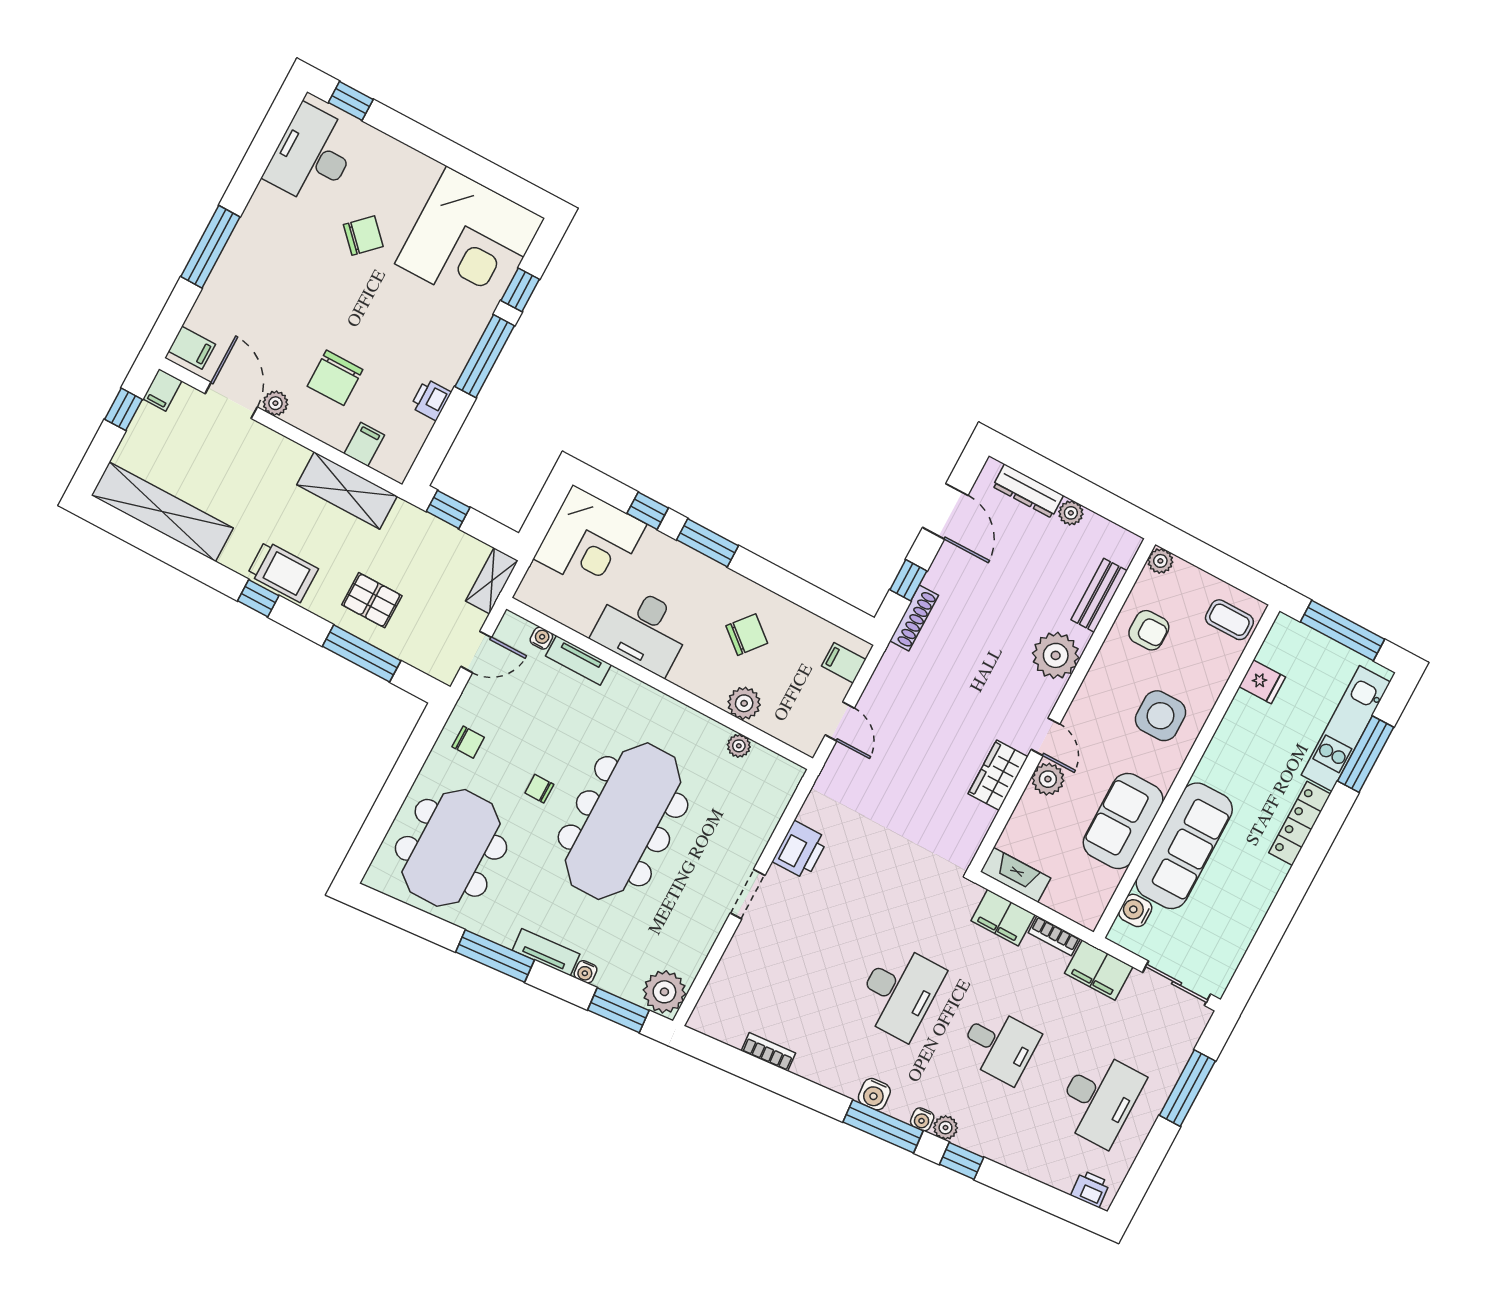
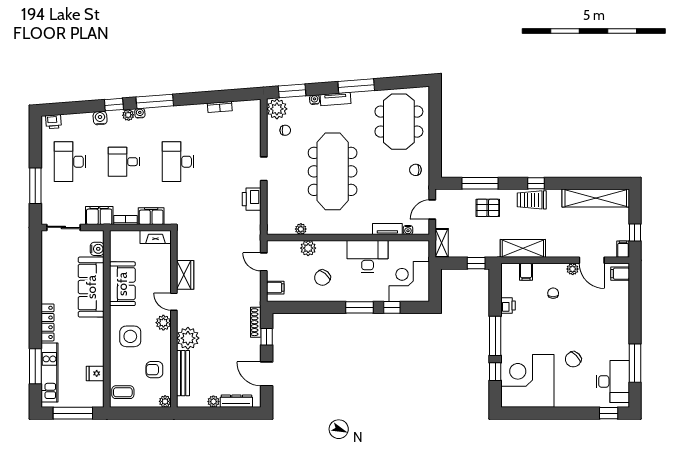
window: (210, 247) -> (635, 363), moved
chair: (335, 378) -> (553, 293), width x0.54, depth x0.54
bench: (1099, 595) -> (183, 373), width x1.36
plant: (1048, 779) -> (163, 323), moved
chair: (539, 789) -> (285, 130), moved
water cooler: (874, 1094) -> (100, 118), moved

